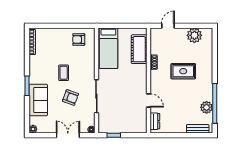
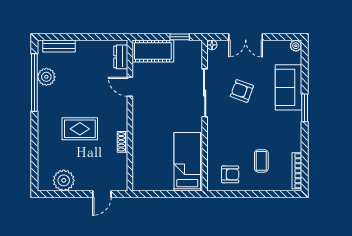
cot: (139, 49) -> (153, 51), moved, turned 90
coffee table: (64, 73) -> (261, 161), moved

